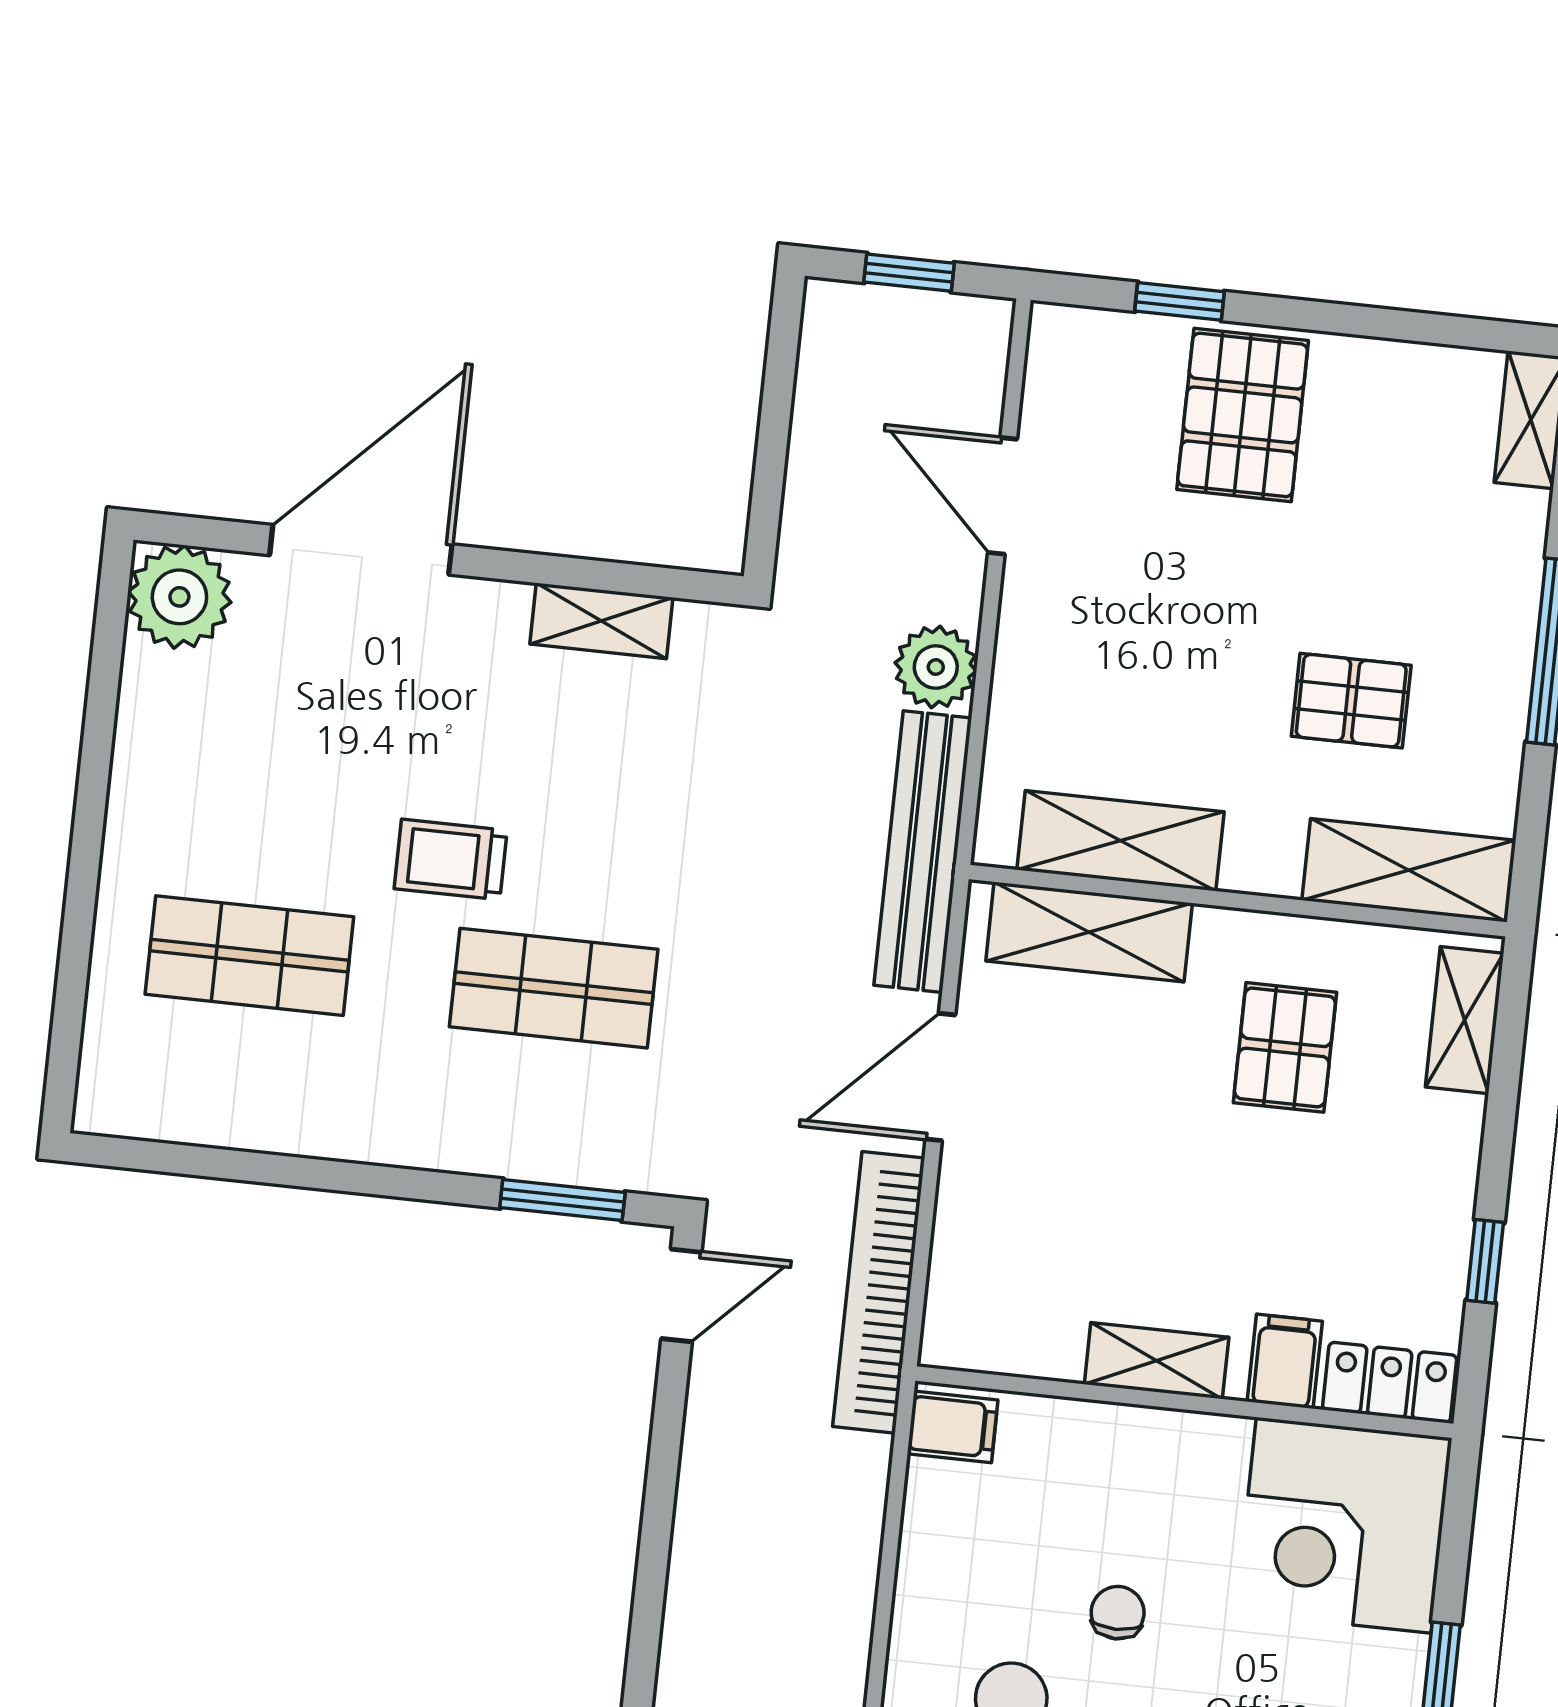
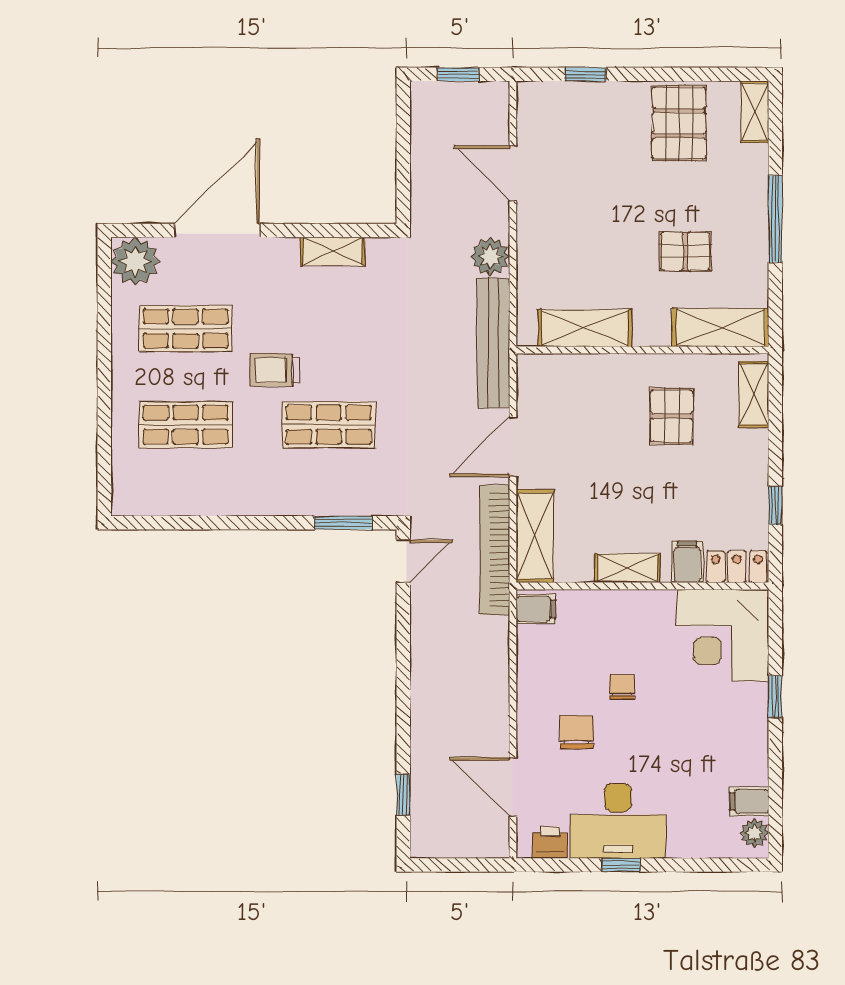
pallet: (1243, 415) -> (679, 123), moved
shop shelf: (271, 751) -> (186, 329), added
shelving: (1089, 932) -> (535, 536), moved, turned 90

